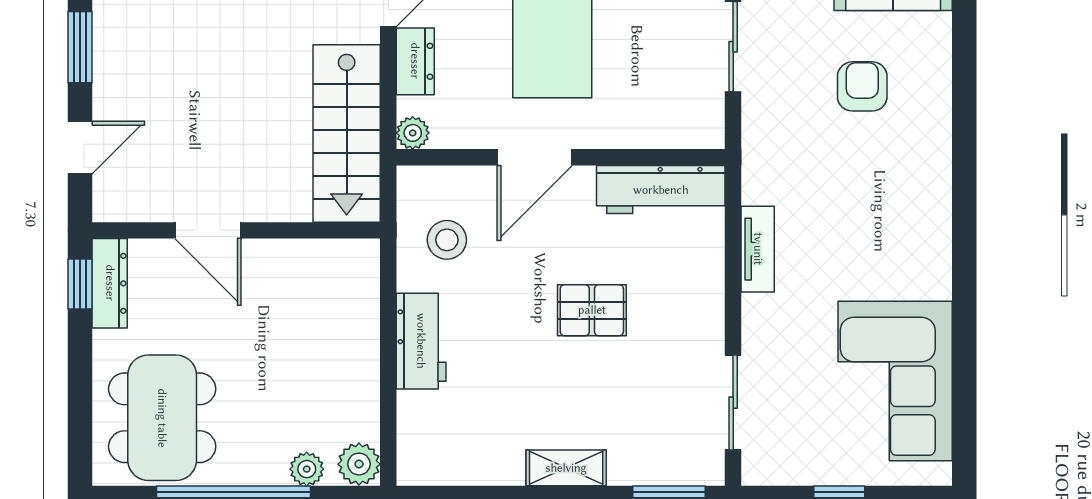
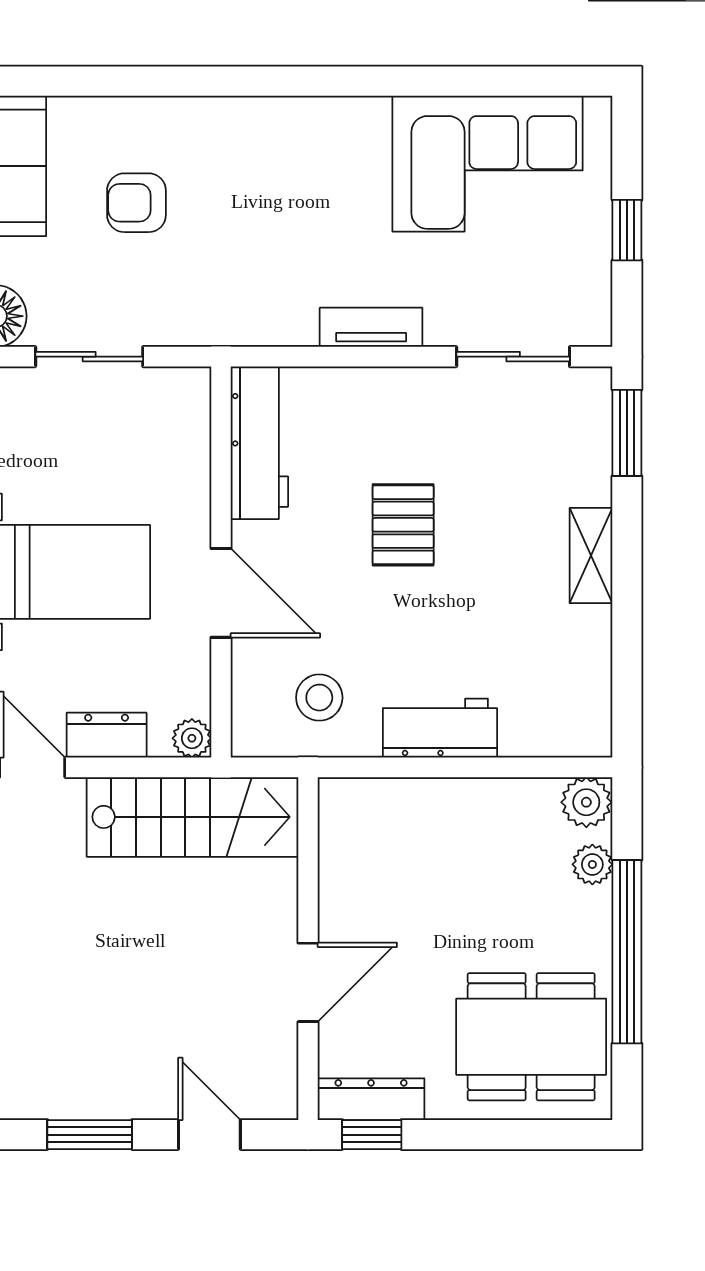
tv unit: (758, 249) -> (371, 327), moved

